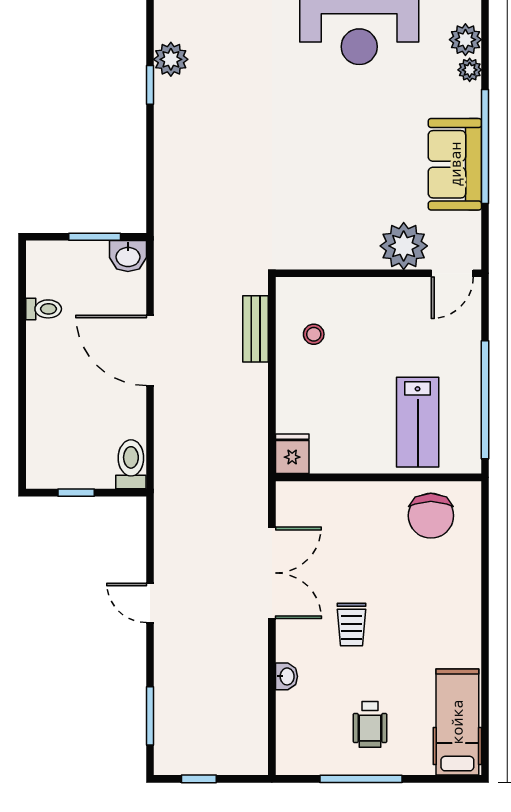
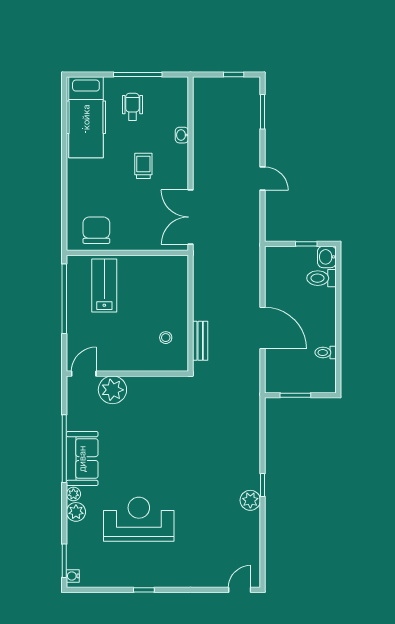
sofa: (455, 164) -> (82, 459), moved
washbasin: (128, 256) -> (327, 257), moved, turned -90
fridge: (292, 454) -> (178, 267), removed
toilet: (131, 464) -> (322, 278), moved, turned 90
double door: (272, 573) -> (190, 217), moved
hospital bed: (457, 722) -> (86, 117), width x1.37, depth x1.29

